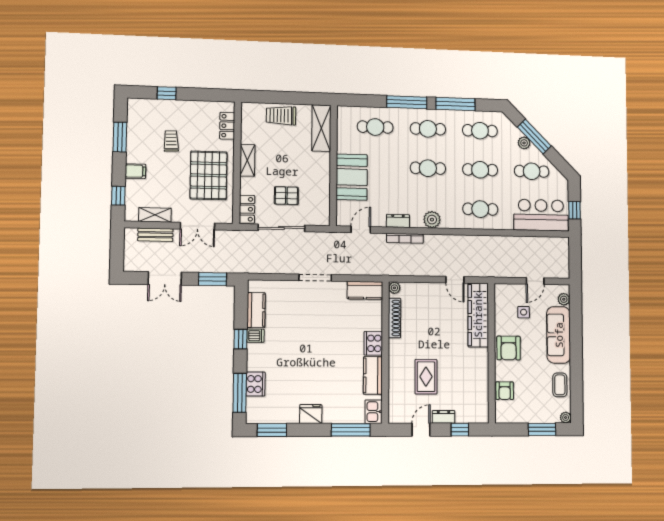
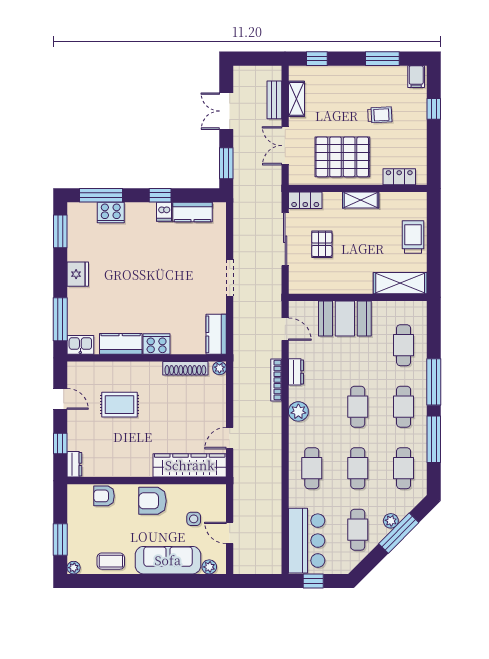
filing cabinet: (135, 171) -> (416, 77), moved
dresser: (444, 417) -> (74, 464), moved

